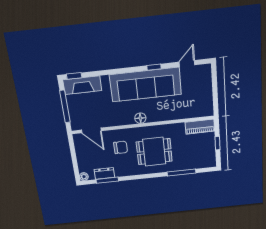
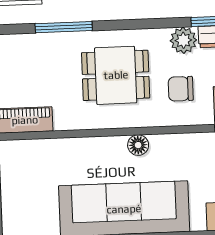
plant: (121, 170) -> (183, 40), added

